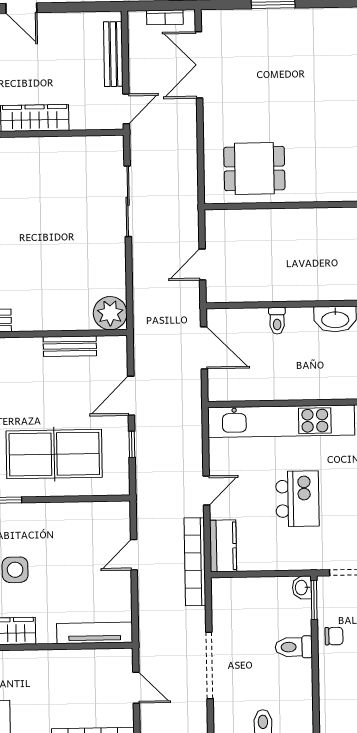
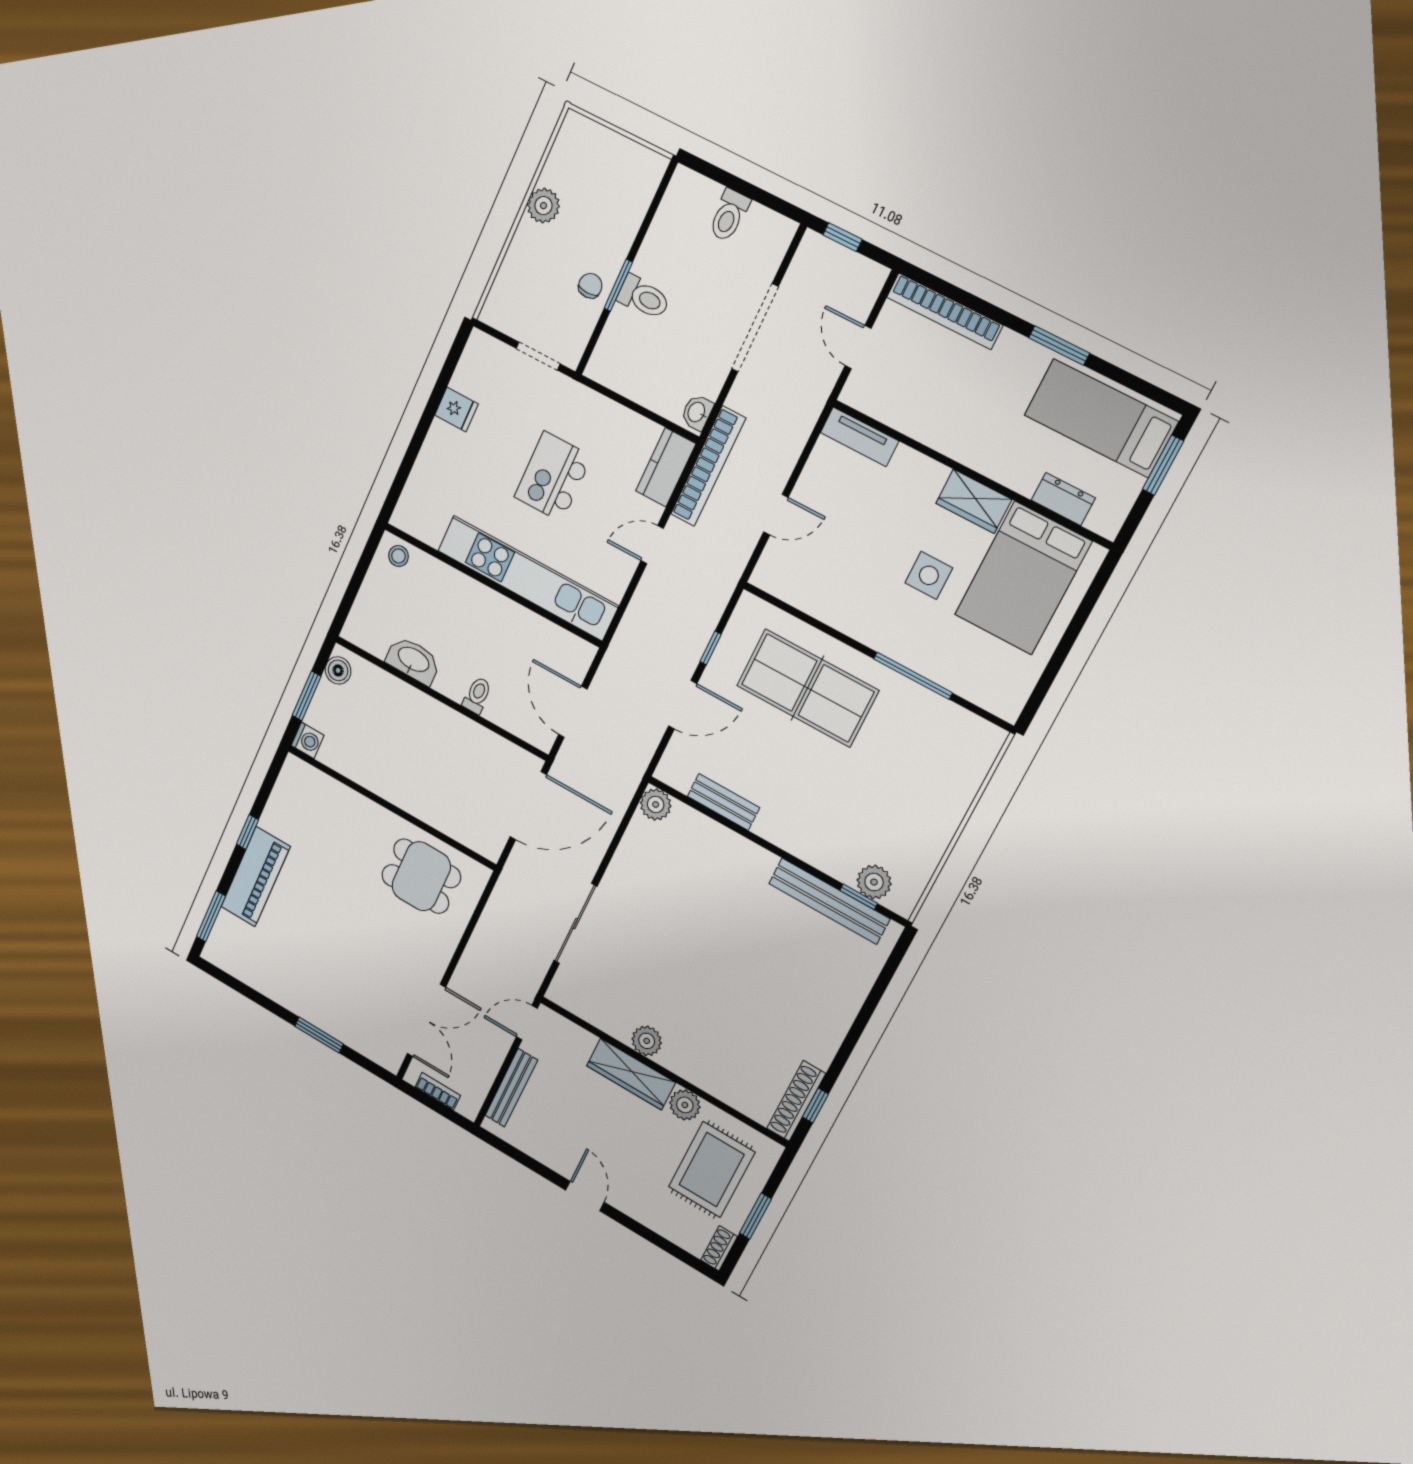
plant: (36, 149) -> (647, 1041), added
door: (202, 265) -> (528, 806), width x1.87
plant: (110, 313) -> (656, 804), width x0.73, depth x0.73
washbasin: (302, 588) -> (697, 412), moved, turned 180
window: (314, 600) -> (618, 285), moved
tv unit: (95, 633) -> (860, 437), width x0.71
chair: (334, 636) -> (590, 286), turned 90

